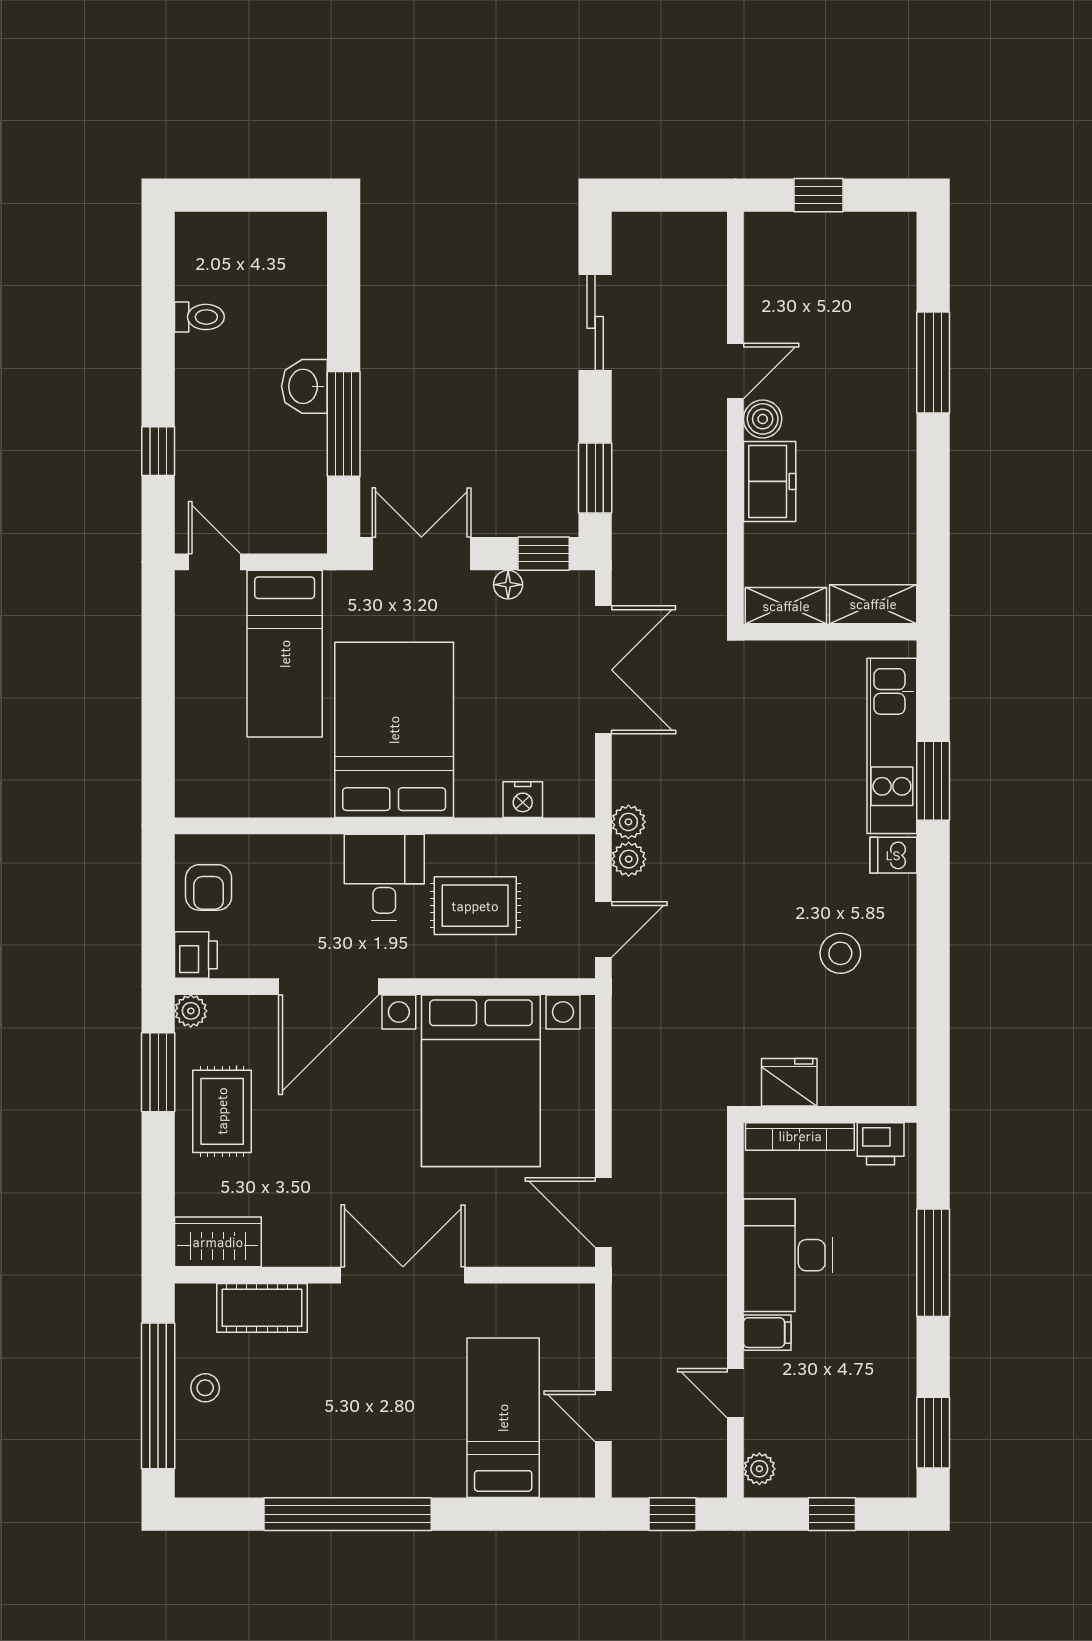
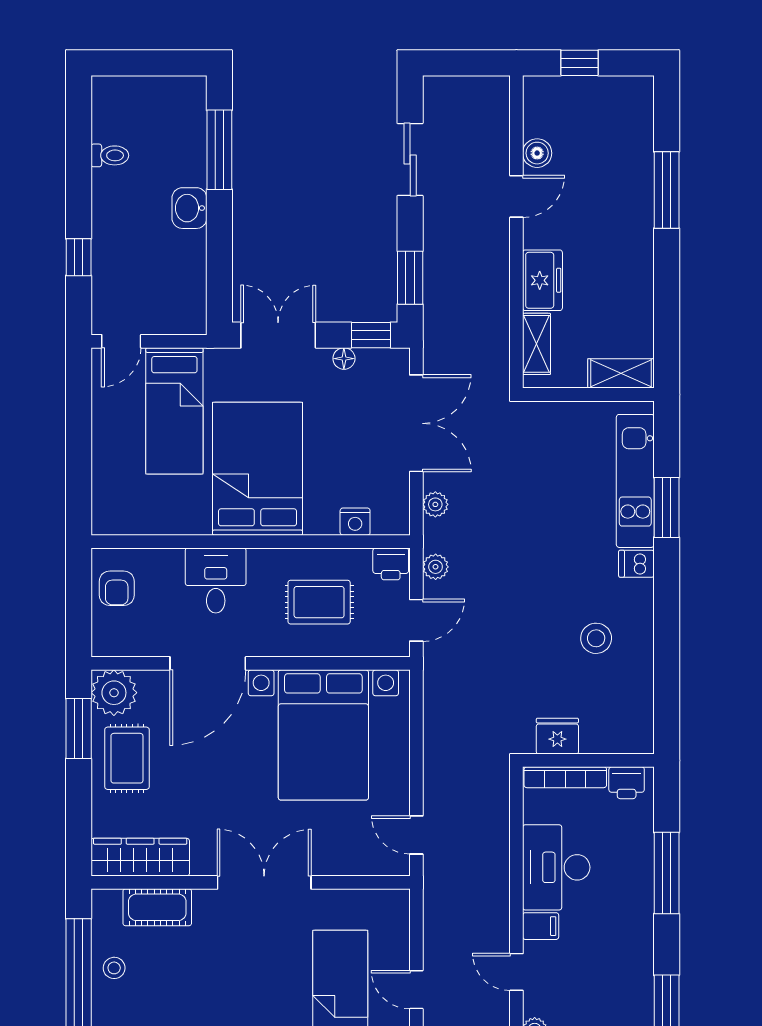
boiler: (763, 419) -> (537, 153), moved
window: (344, 424) -> (219, 150), moved
door: (214, 562) -> (121, 341), swing flipped
shelving: (786, 606) -> (536, 344), moved, turned 90
plant: (628, 822) -> (435, 504), moved
desk: (384, 877) -> (216, 580), moved
printer: (196, 955) -> (391, 564), moved, turned 90
plant: (191, 1011) -> (114, 693), width x1.87, depth x1.87
door: (603, 1212) -> (416, 835), width x0.73
wardrobe: (218, 1242) -> (140, 857), width x1.50

